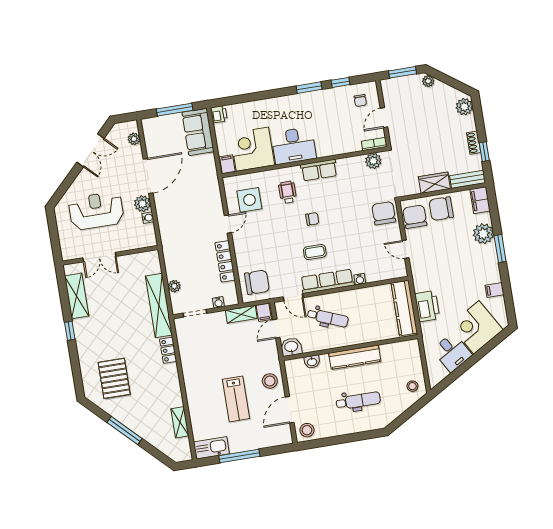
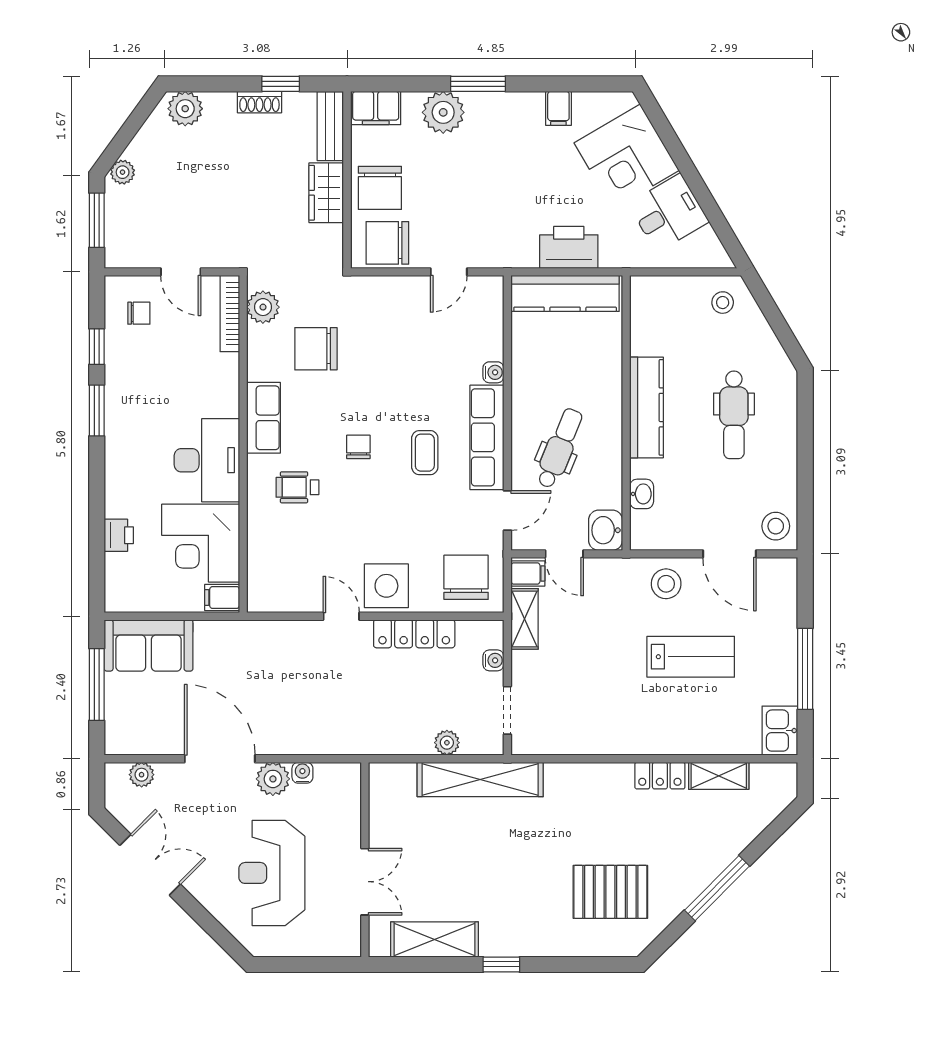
printer: (219, 114) -> (119, 535), moved, turned 90
bookcase: (374, 144) -> (230, 314), width x1.56
side table: (249, 200) -> (386, 586), moved
chair: (384, 213) -> (316, 349), moved
locker: (168, 350) -> (660, 776), moved
dental chair: (358, 401) -> (734, 415), turned 180
kitchen sink: (211, 448) -> (780, 731), width x0.73

